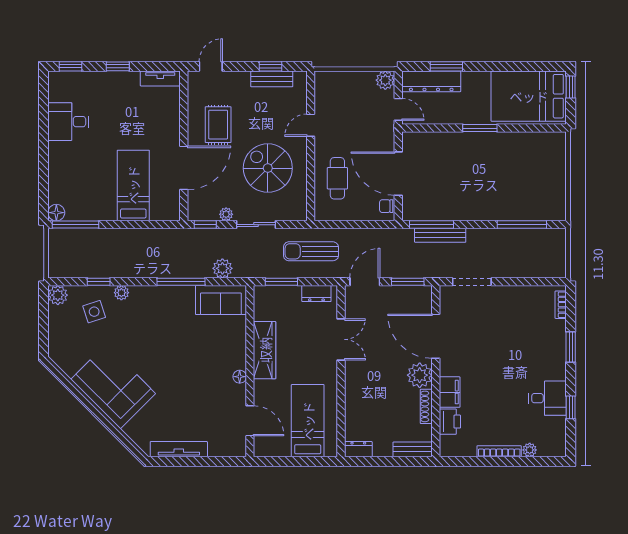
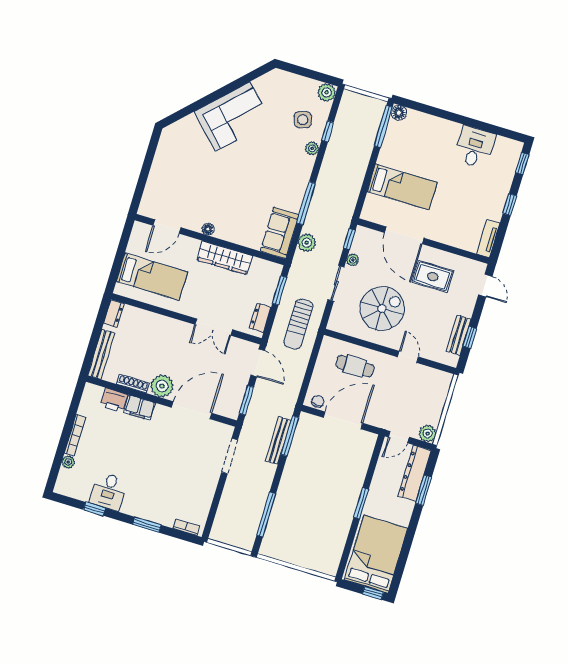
sun lounger: (311, 251) -> (298, 324), turned 180
tv unit: (179, 449) -> (161, 157), removed
bench: (413, 449) -> (101, 354), width x1.36

